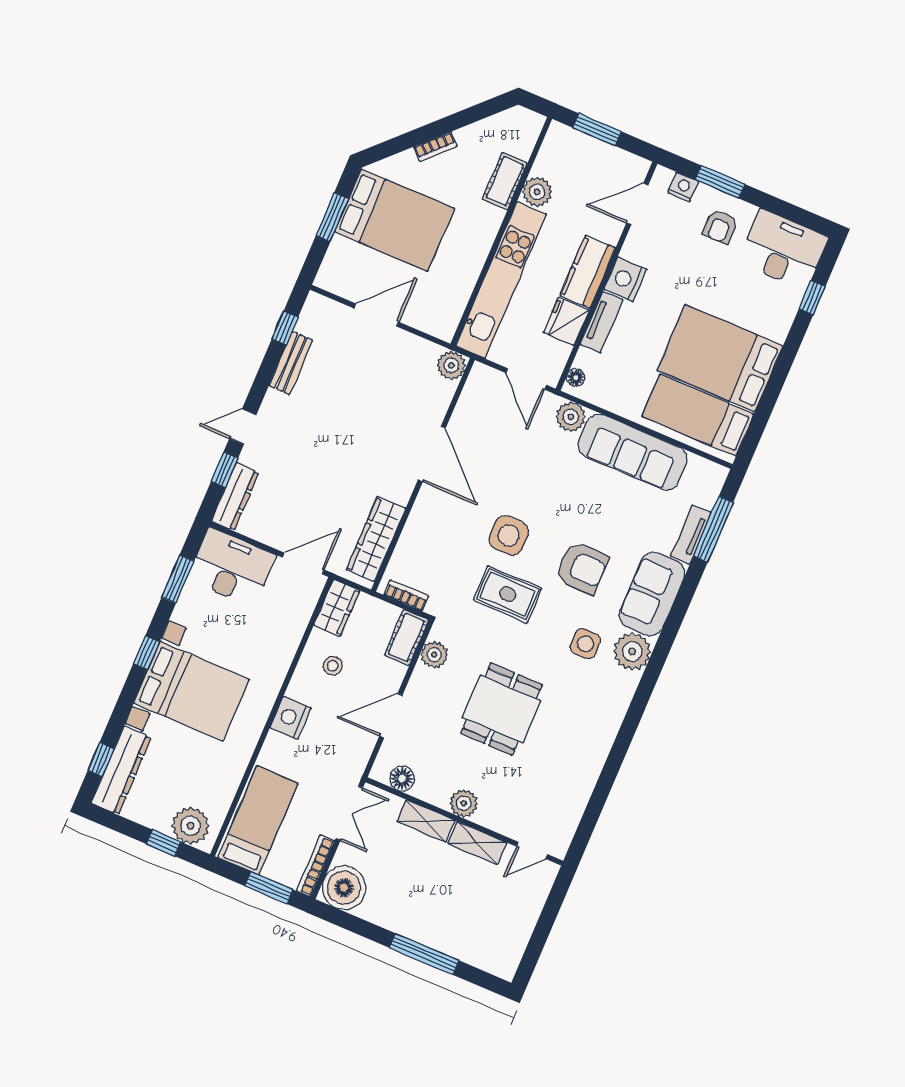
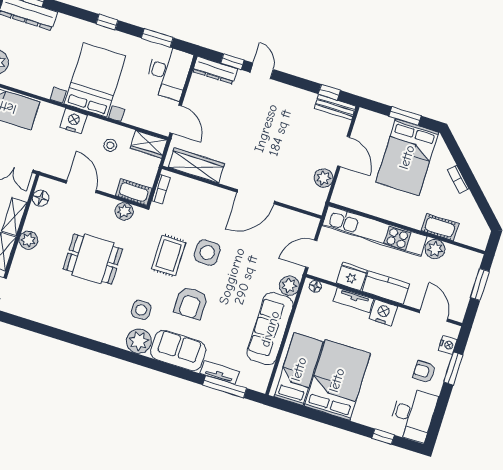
bench: (291, 363) -> (335, 107), moved
plant: (451, 365) -> (324, 178), moved
bed with nightstands: (191, 691) -> (95, 80), moved, turned 180

